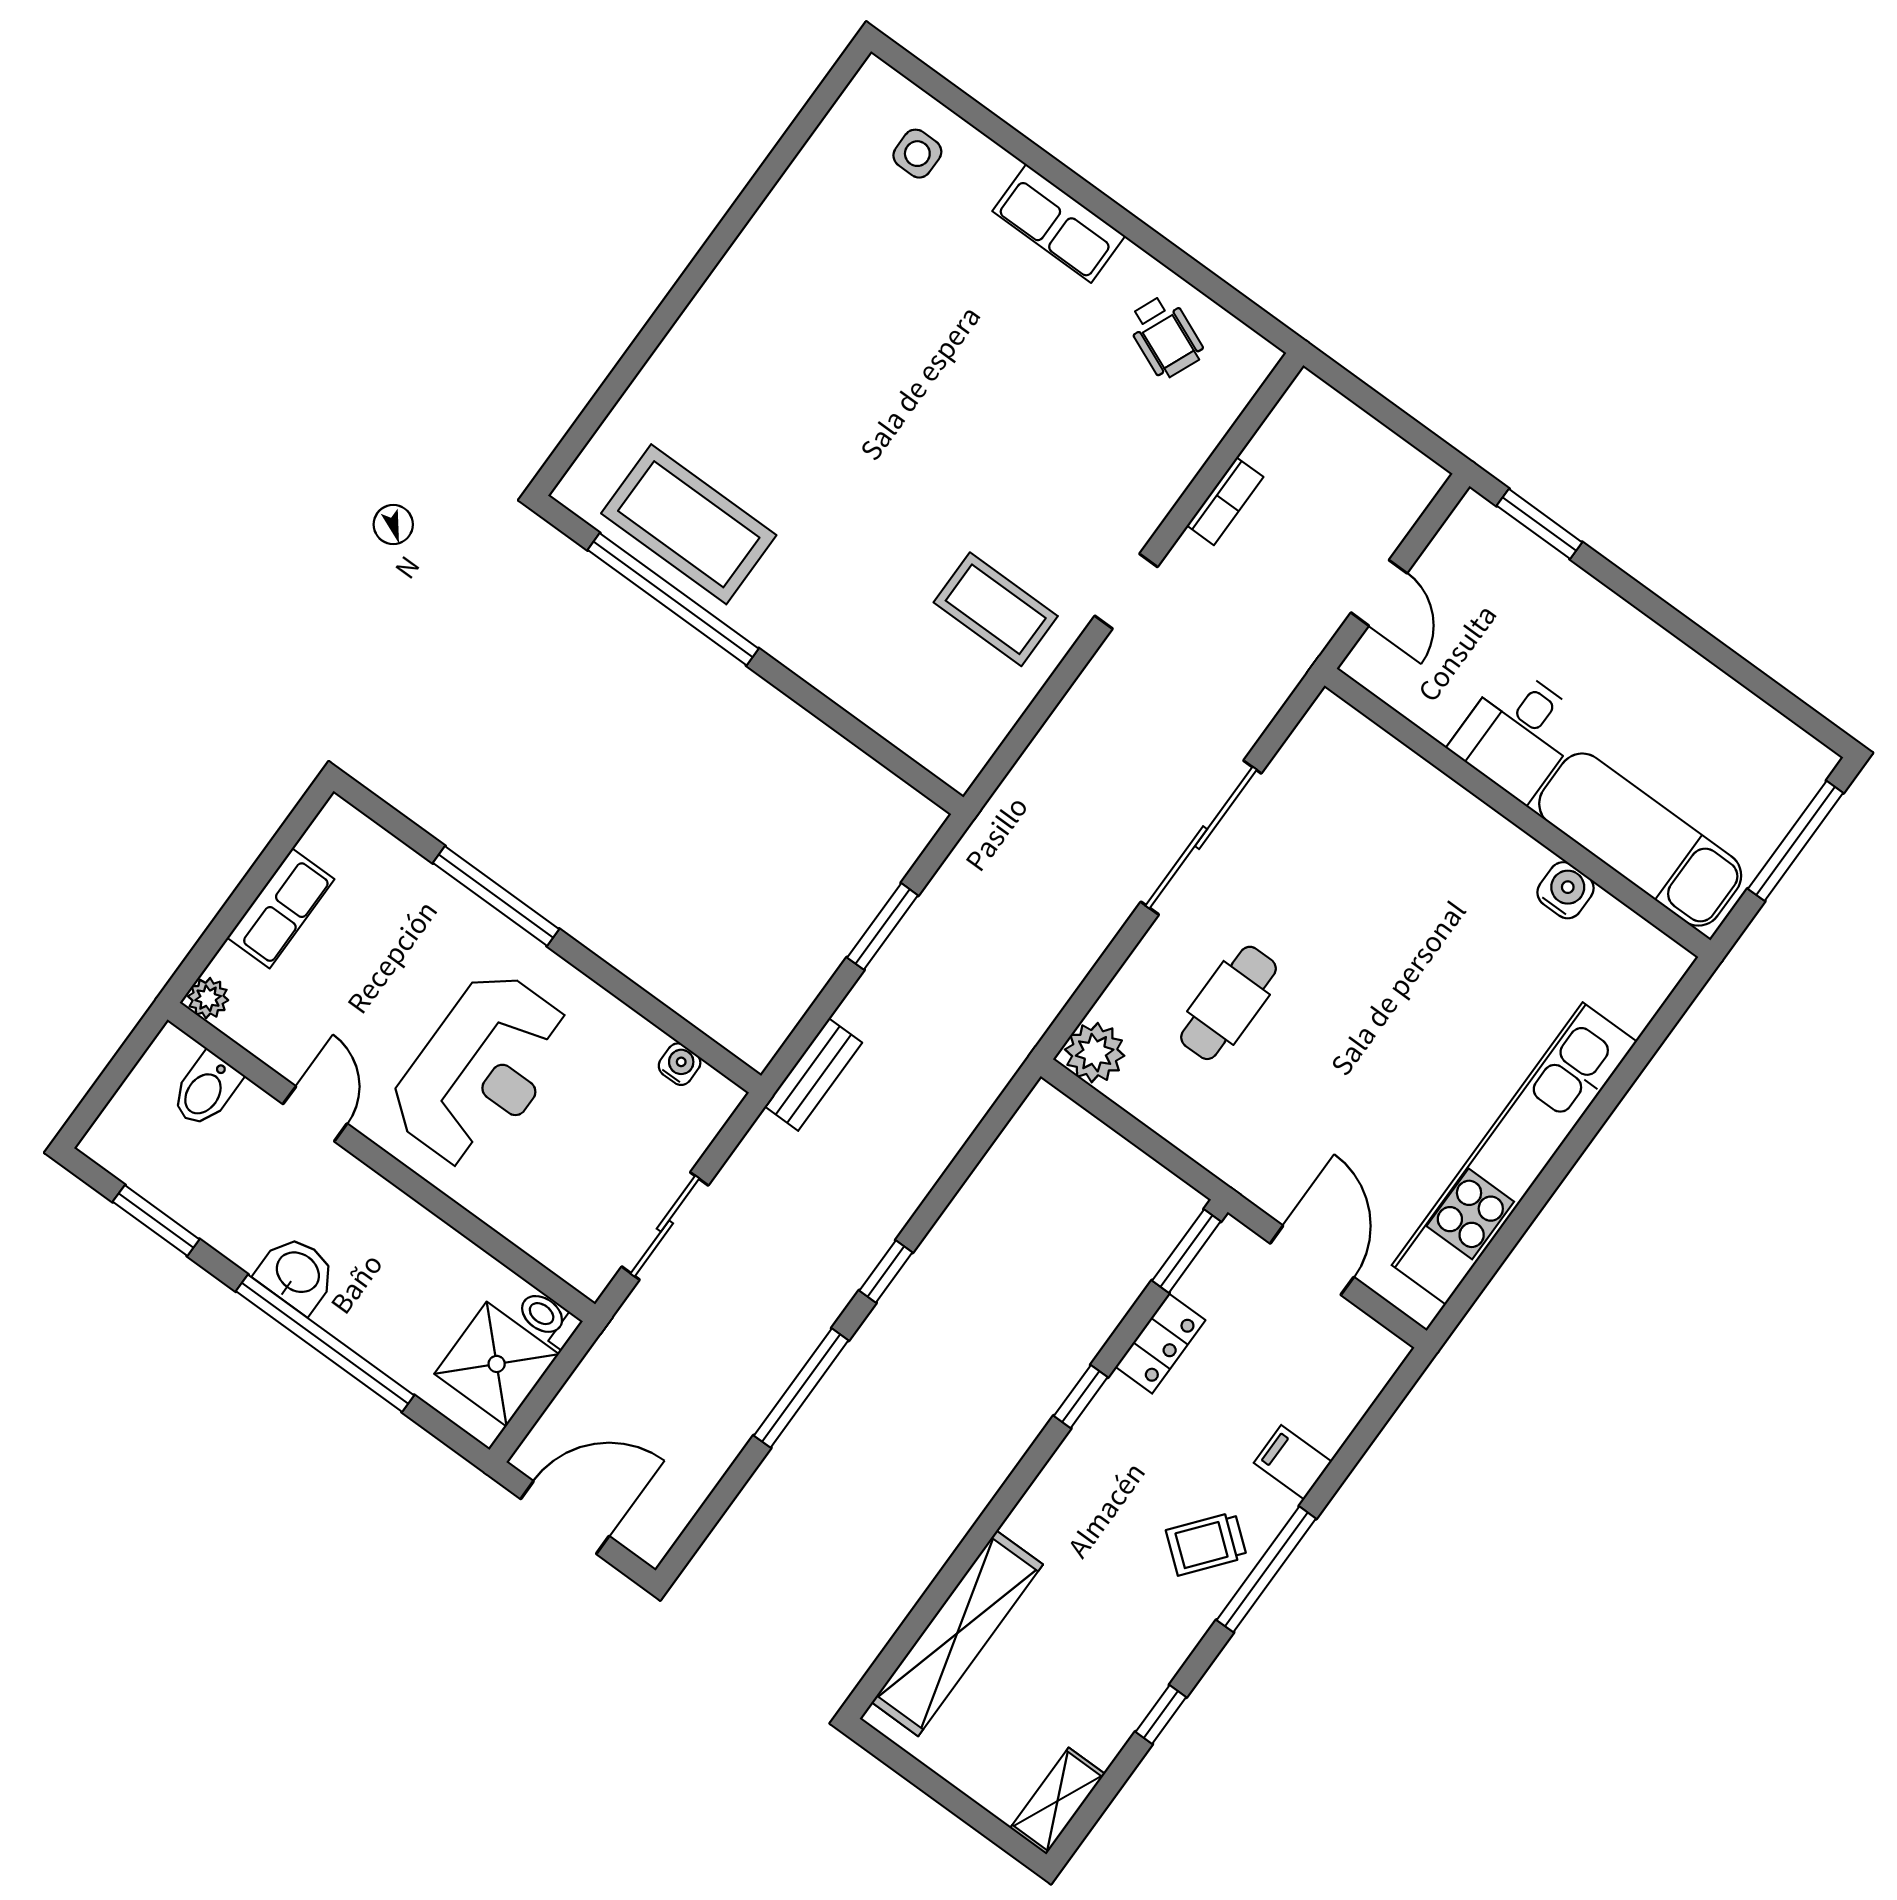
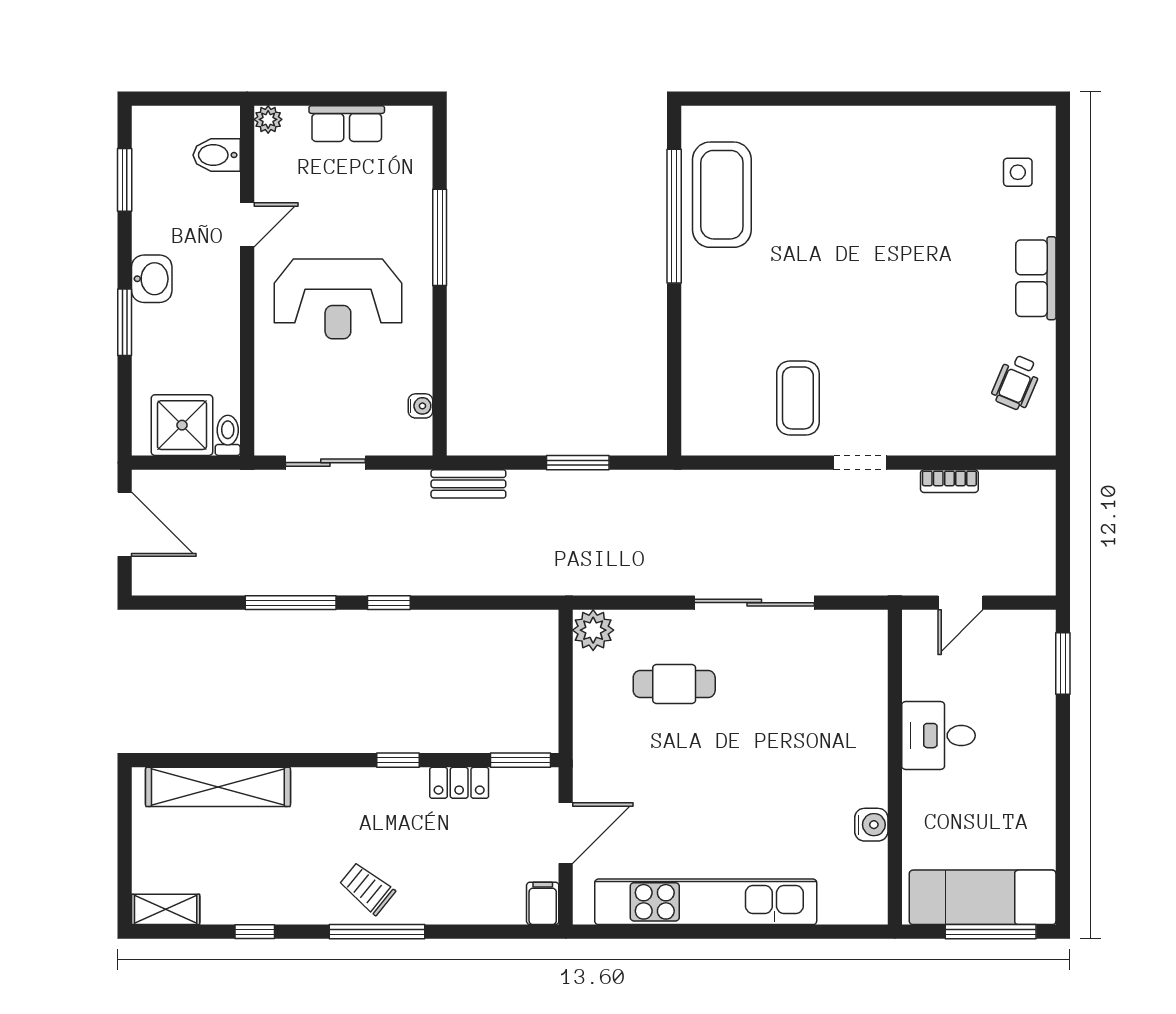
exam couch: (1640, 840) -> (983, 897), moved, turned -90
window: (325, 1343) -> (125, 322), width x0.47
filing cabinet: (1293, 1462) -> (543, 903), moved

